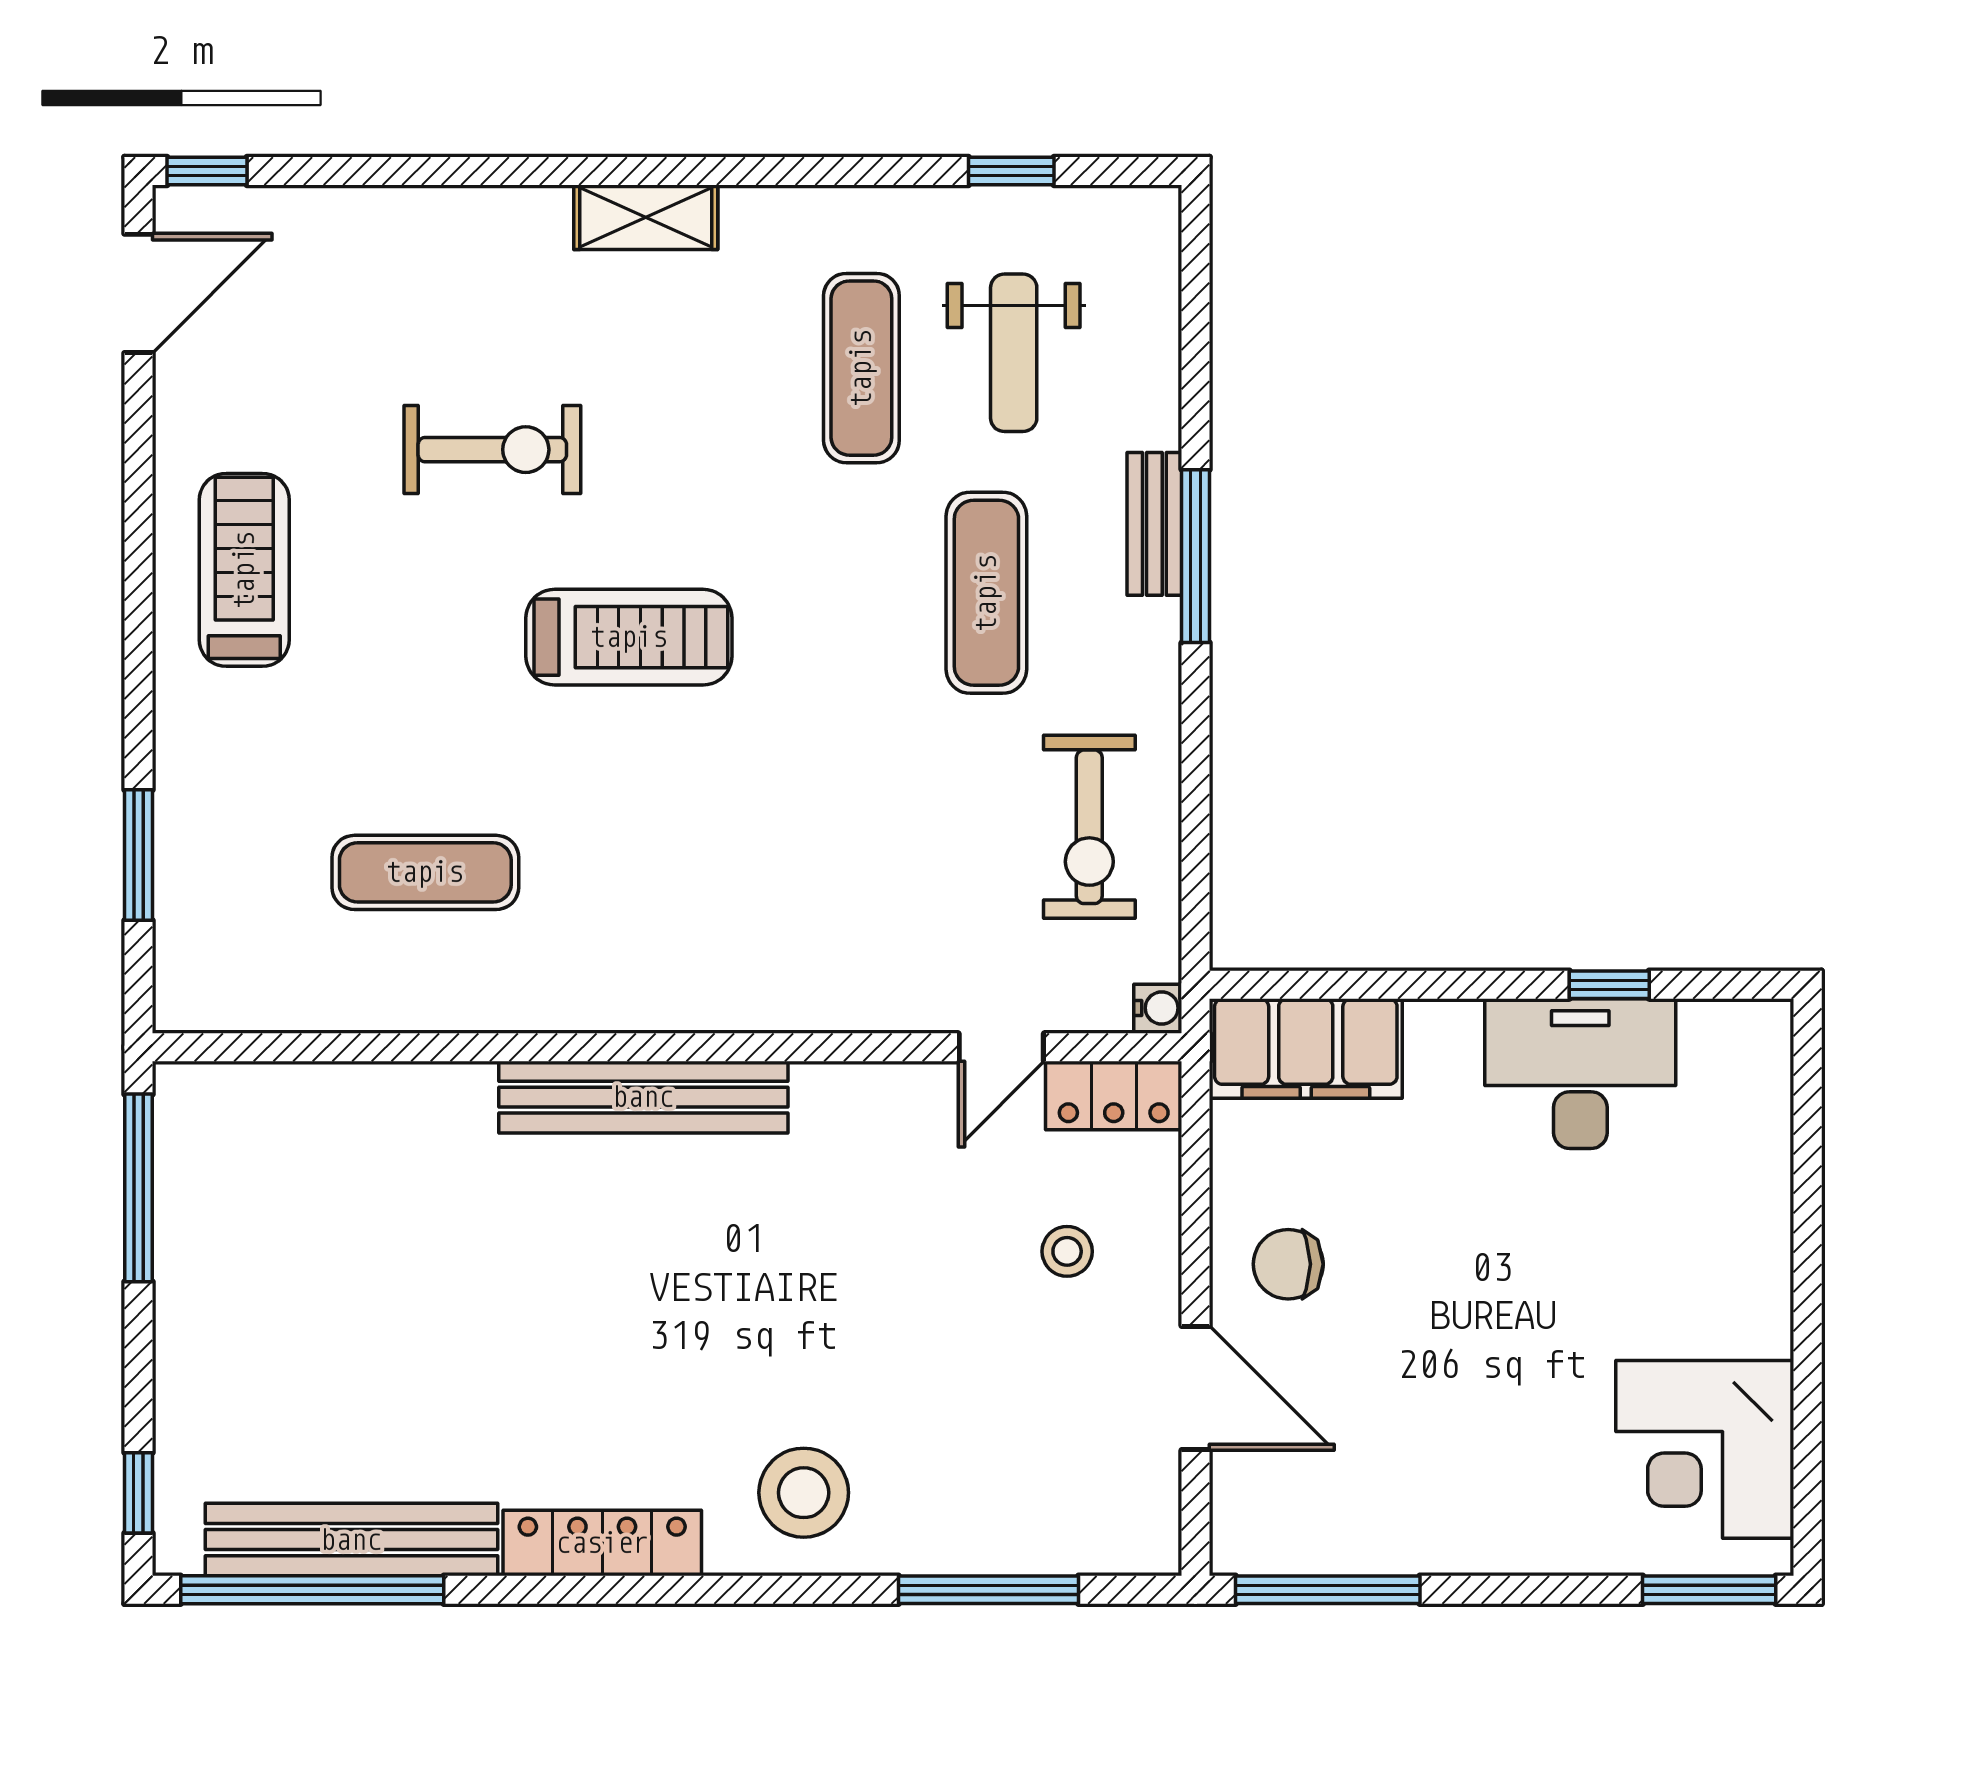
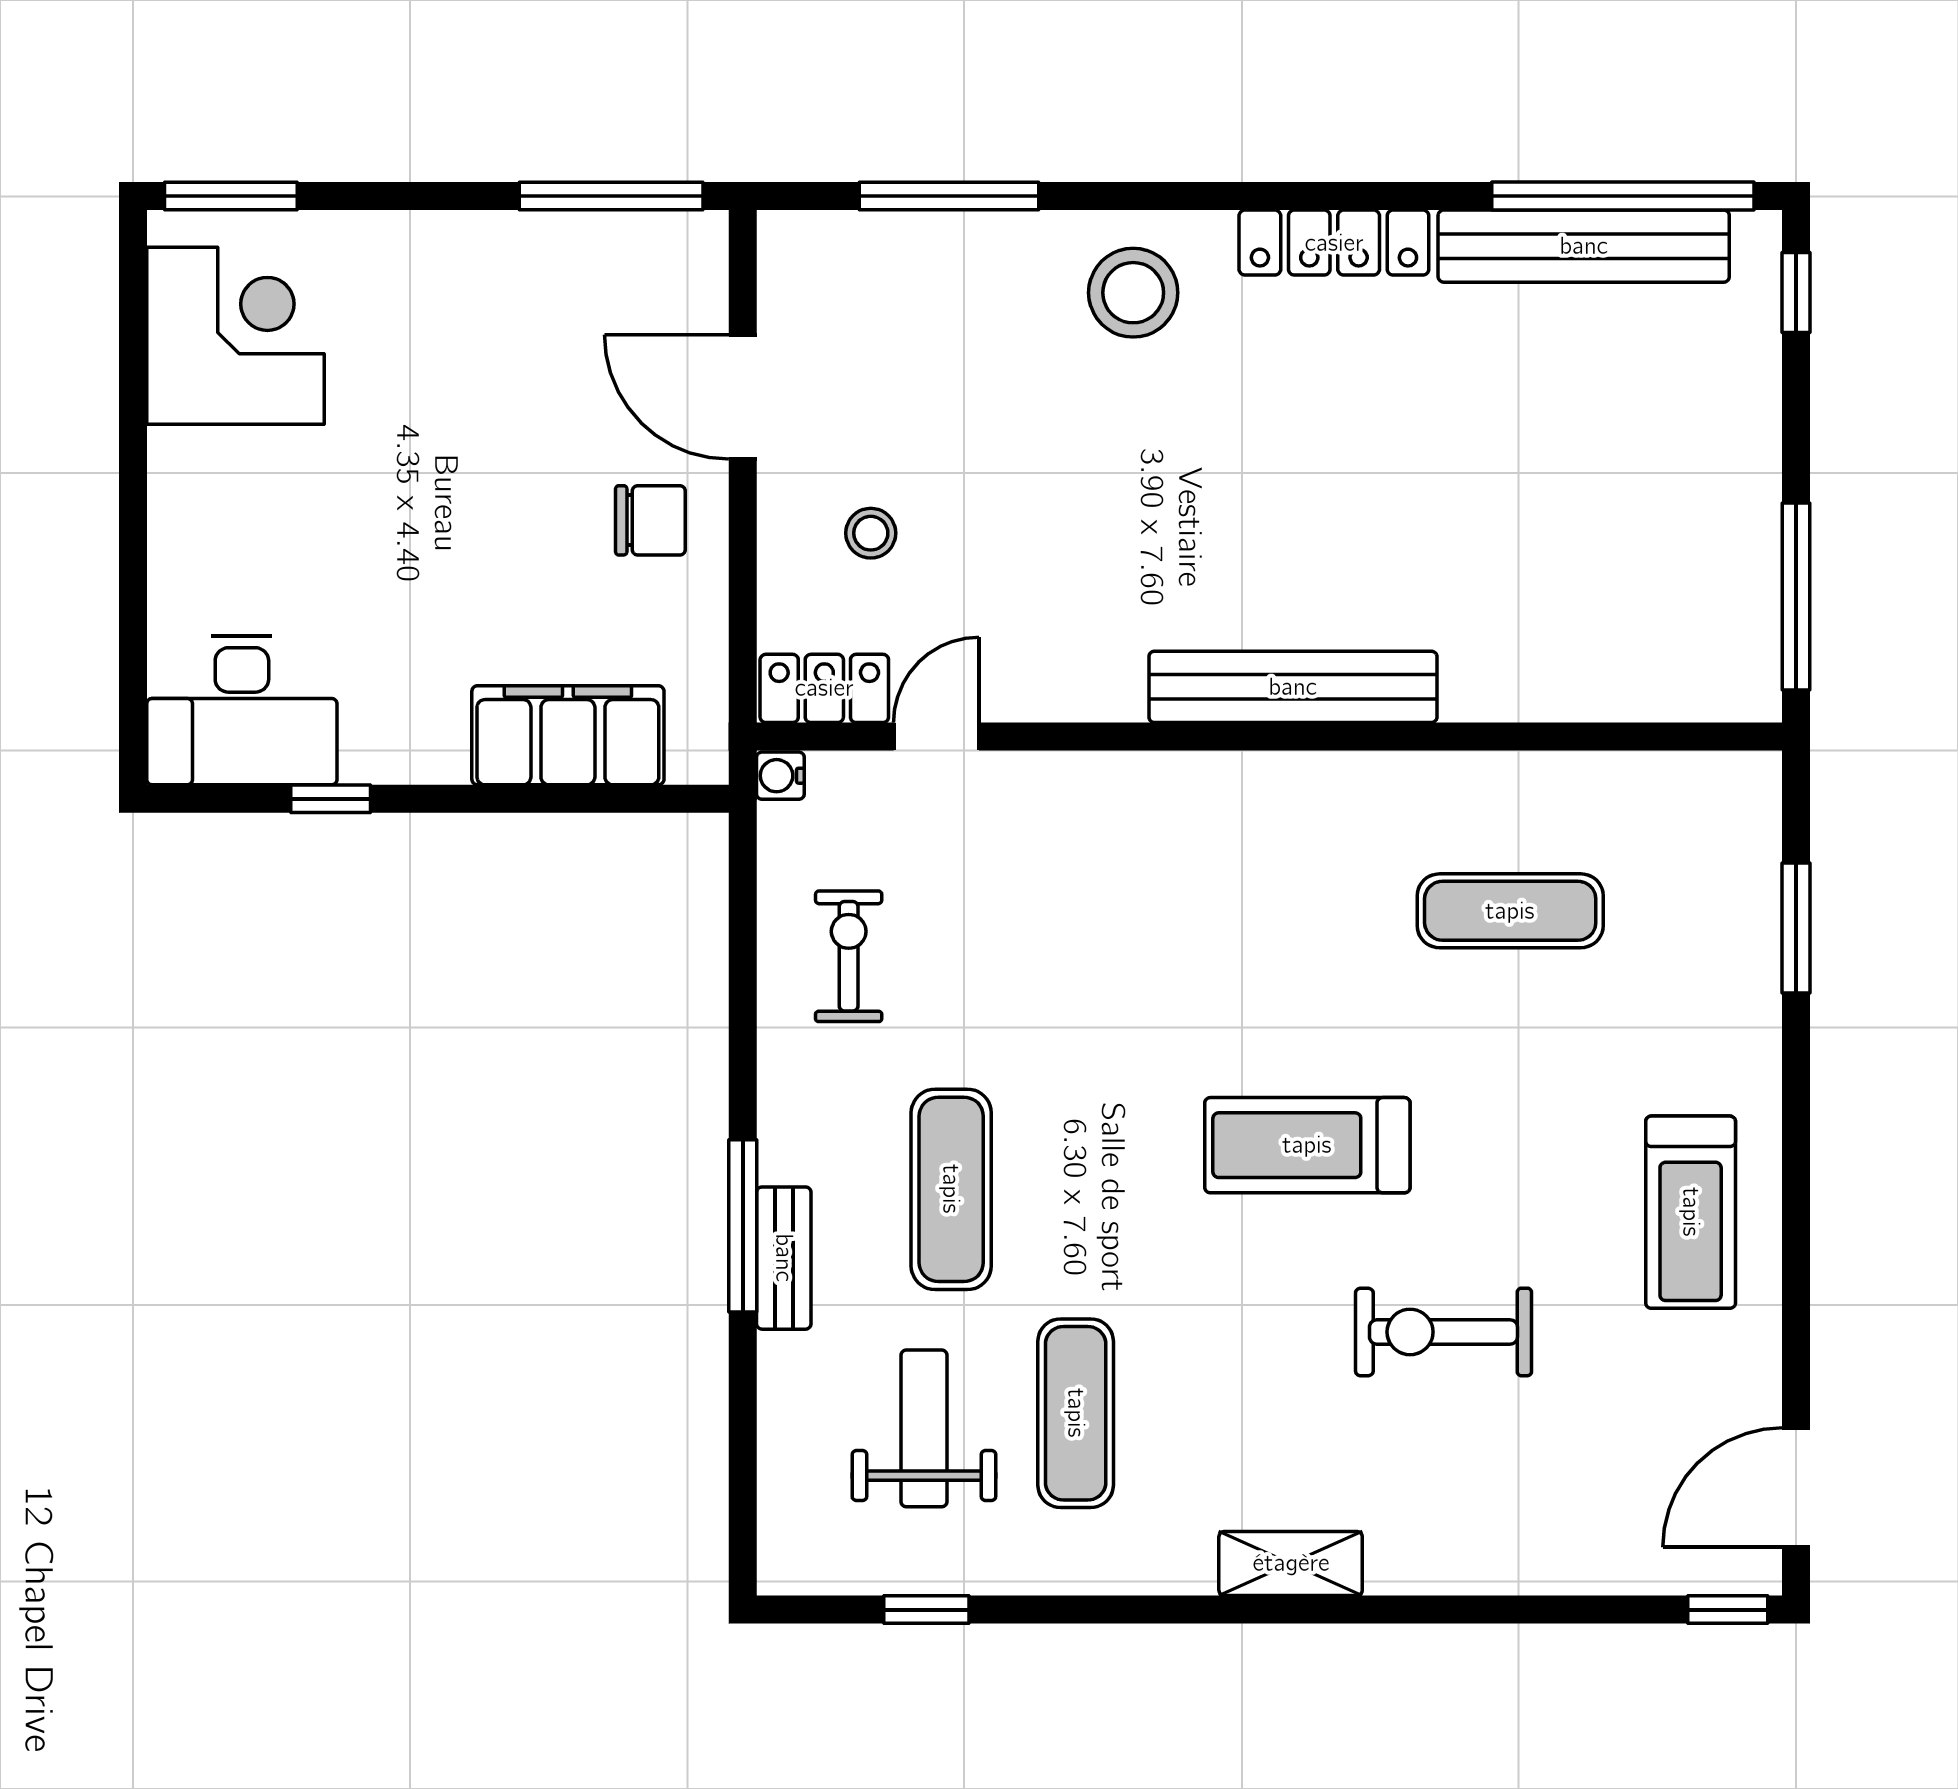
exercise bike: (1089, 827) -> (849, 956), width x0.73, depth x0.72
filing cabinet: (1306, 1049) -> (568, 735), moved
desk: (1580, 1074) -> (242, 710), moved

